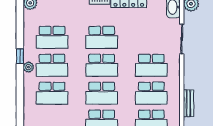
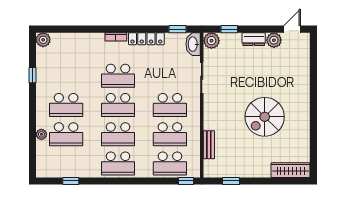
school desk: (52, 37) -> (66, 76), removed
window: (20, 56) -> (33, 75), moved
plant: (28, 67) -> (41, 134), moved

